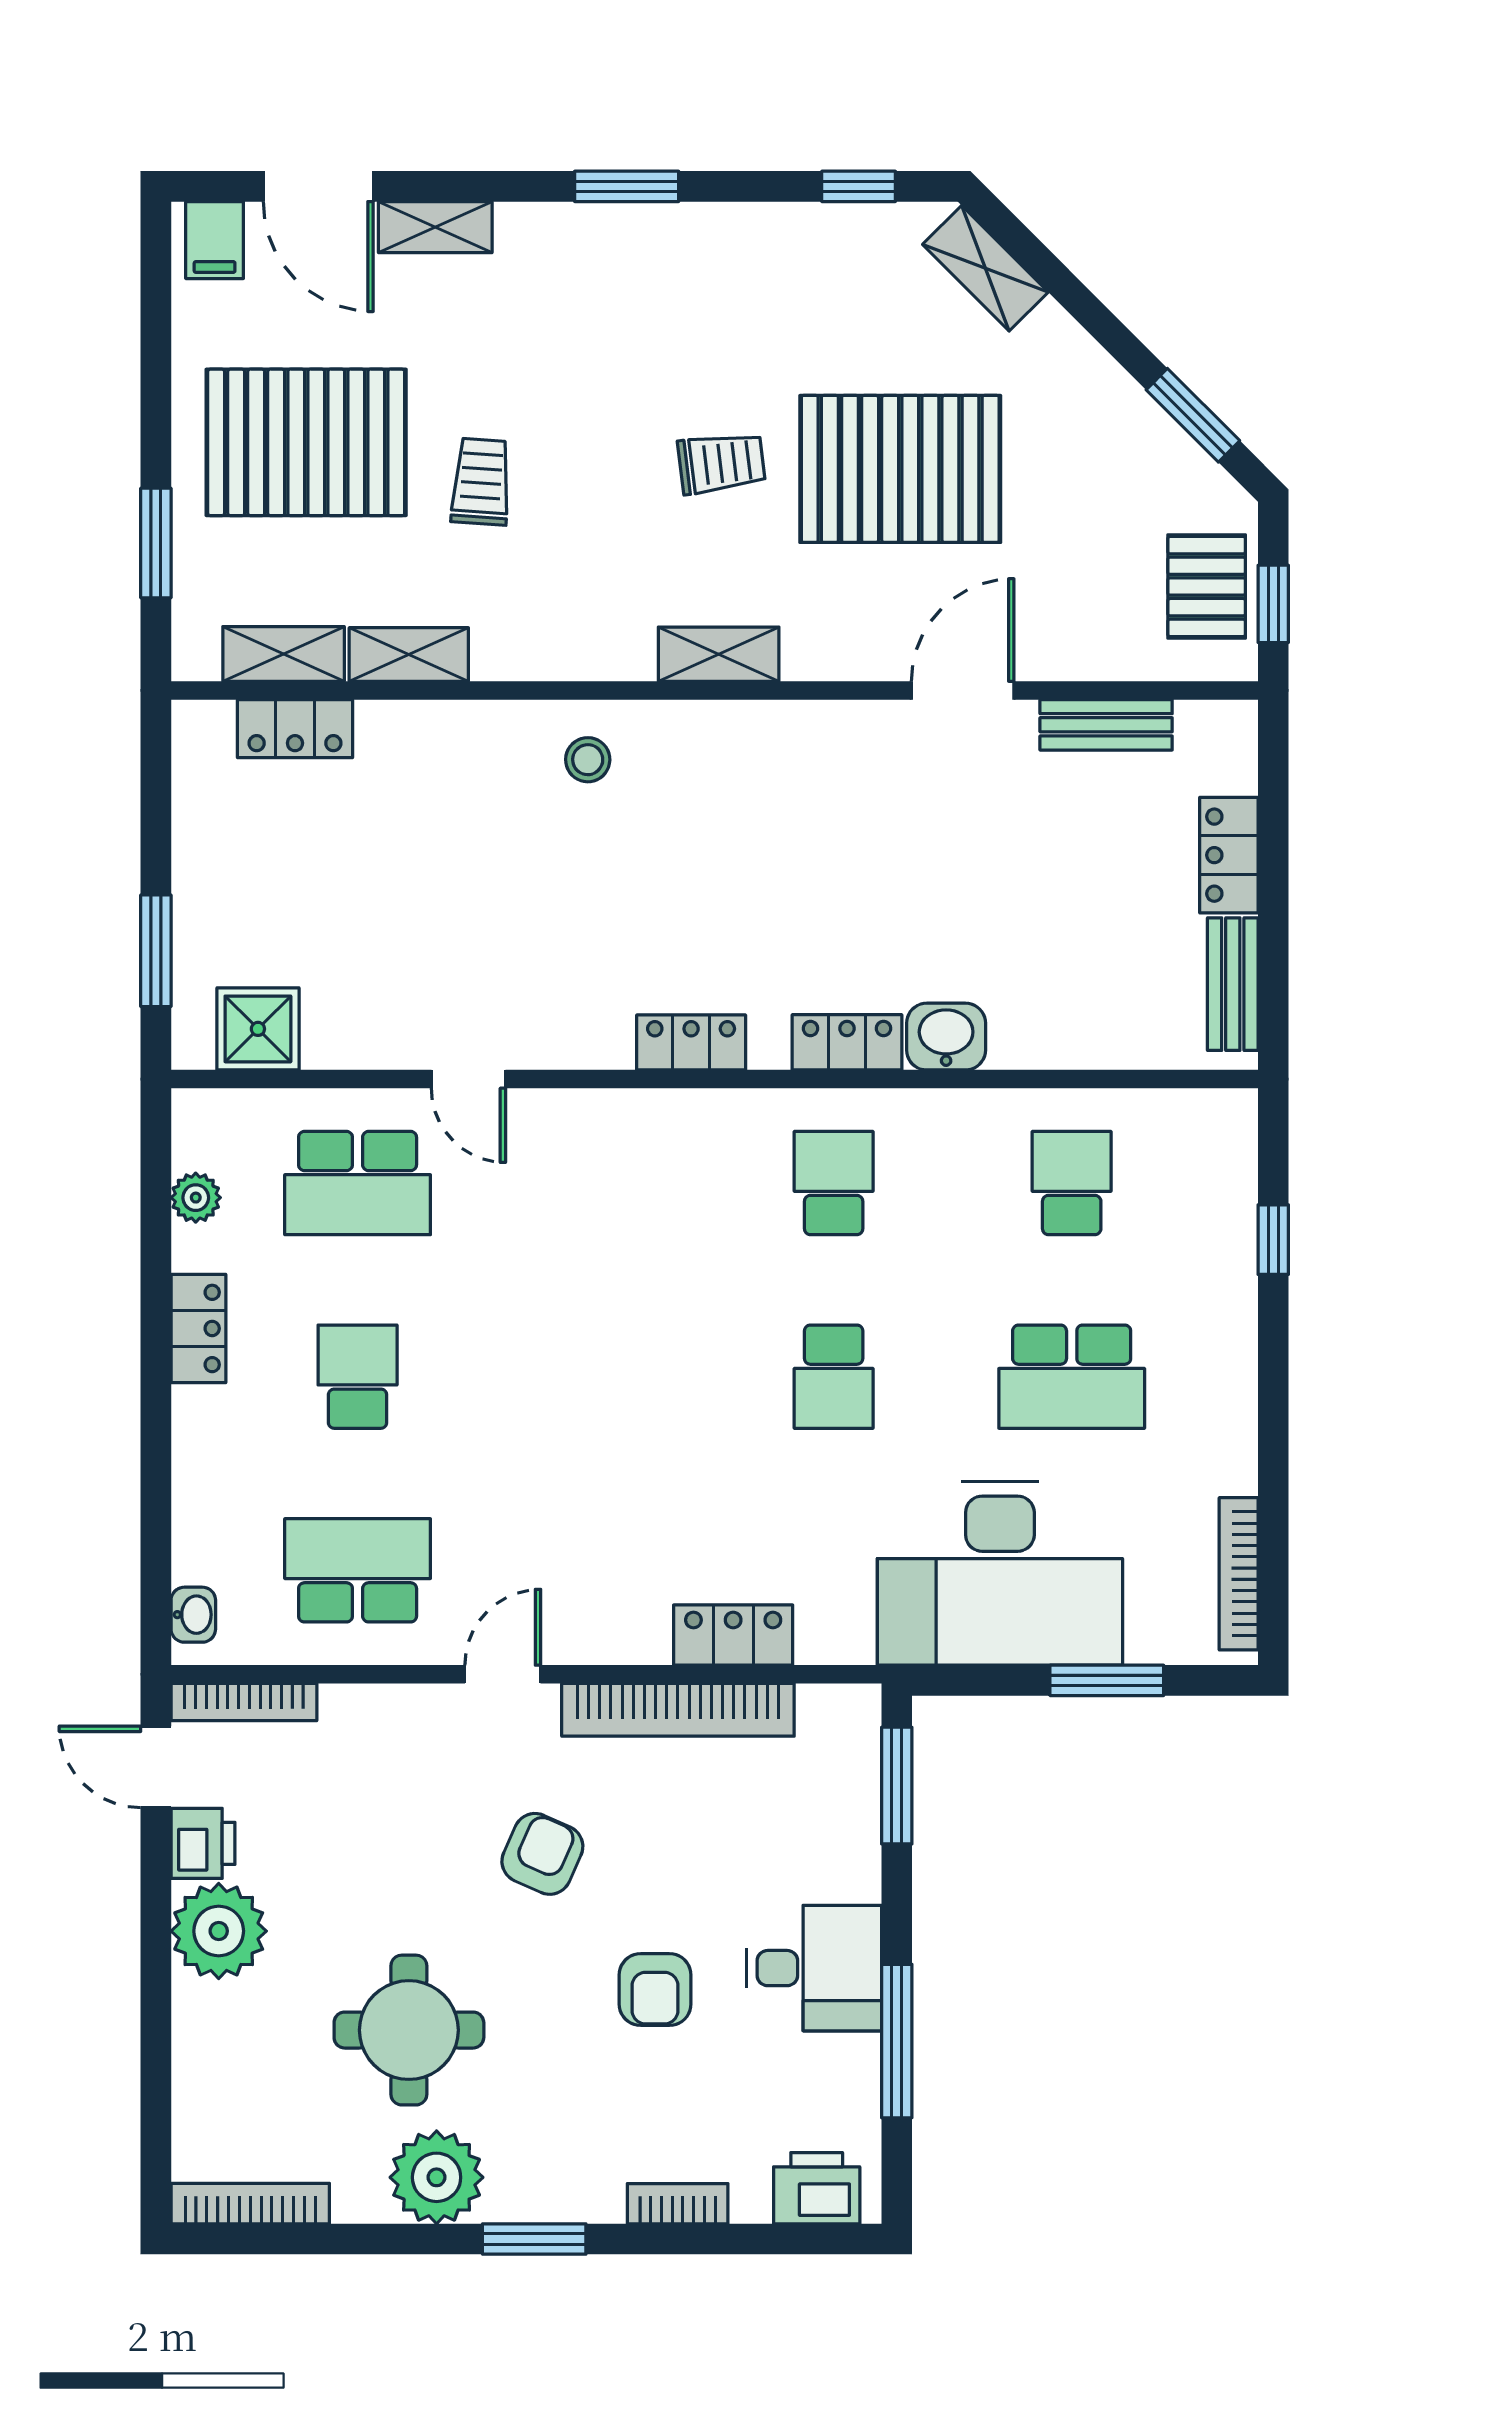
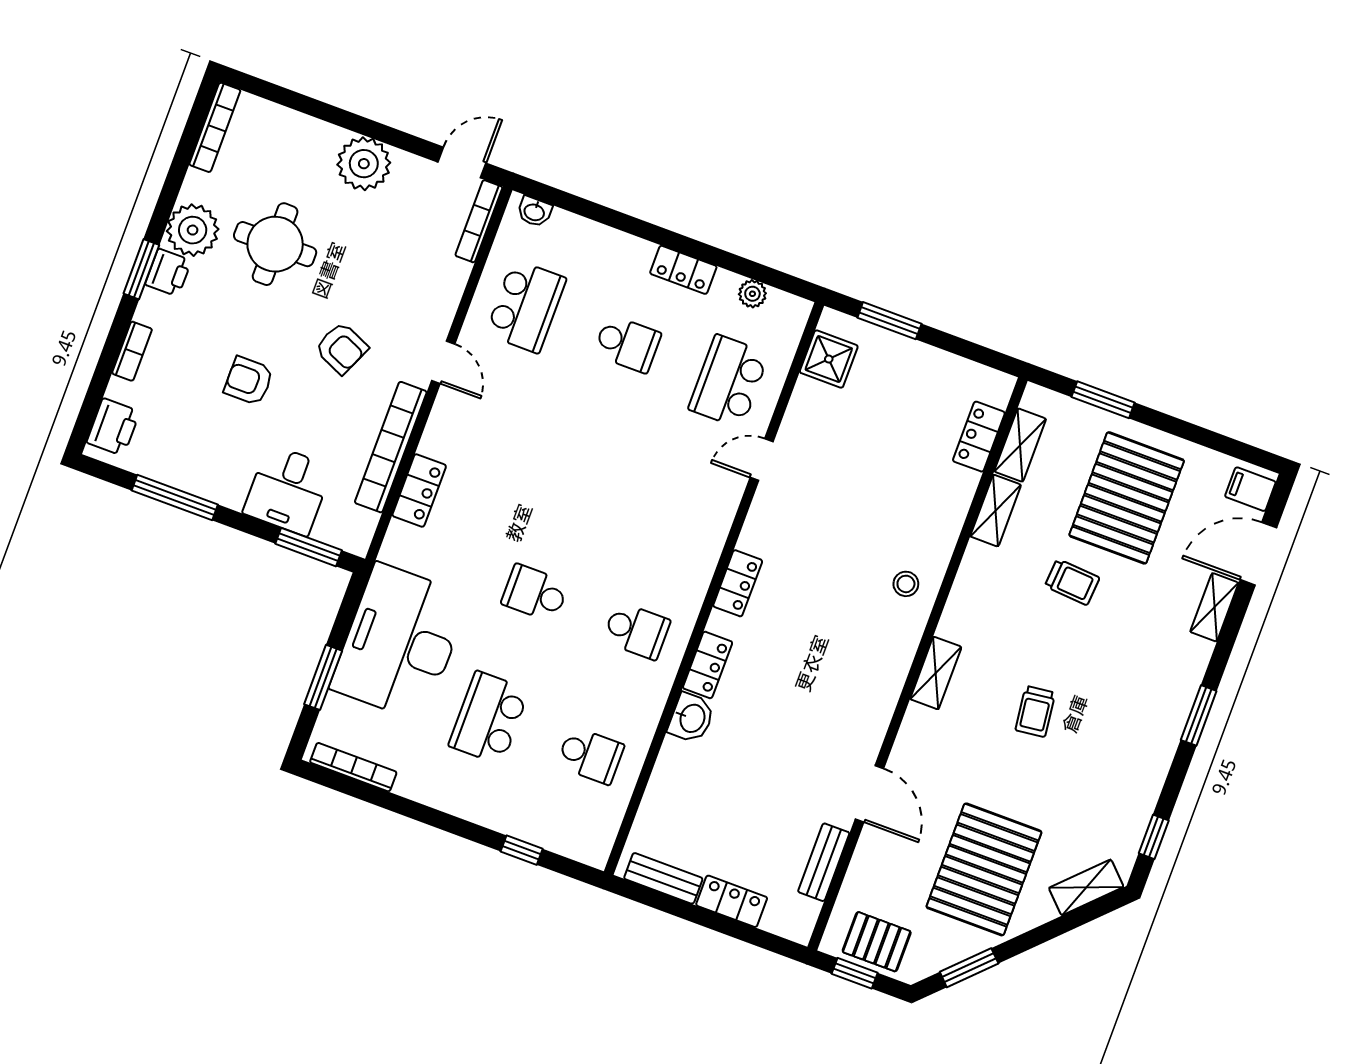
pallet: (900, 469) -> (984, 869), moved
printer: (203, 1843) -> (168, 273), moved, turned -90
desk: (814, 1968) -> (288, 490), moved

